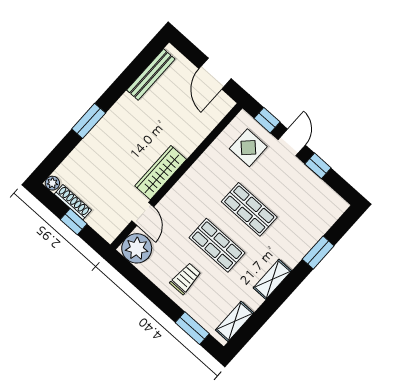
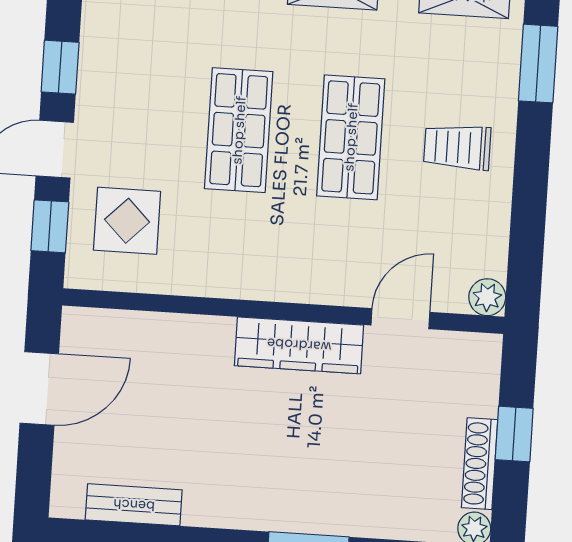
bench: (151, 75) -> (134, 505), width x0.73
plant: (137, 248) -> (487, 297), width x0.53, depth x0.53

